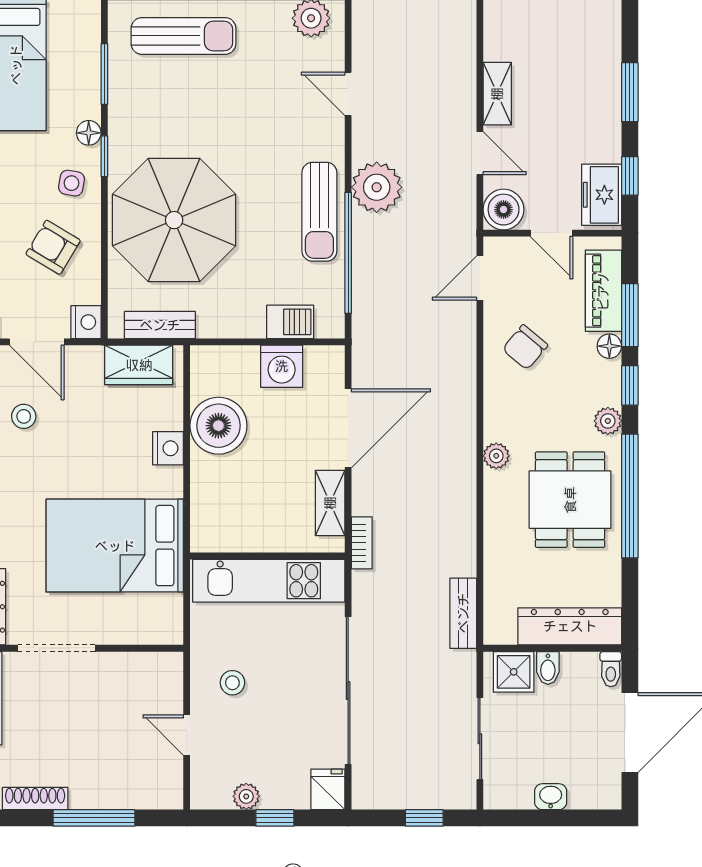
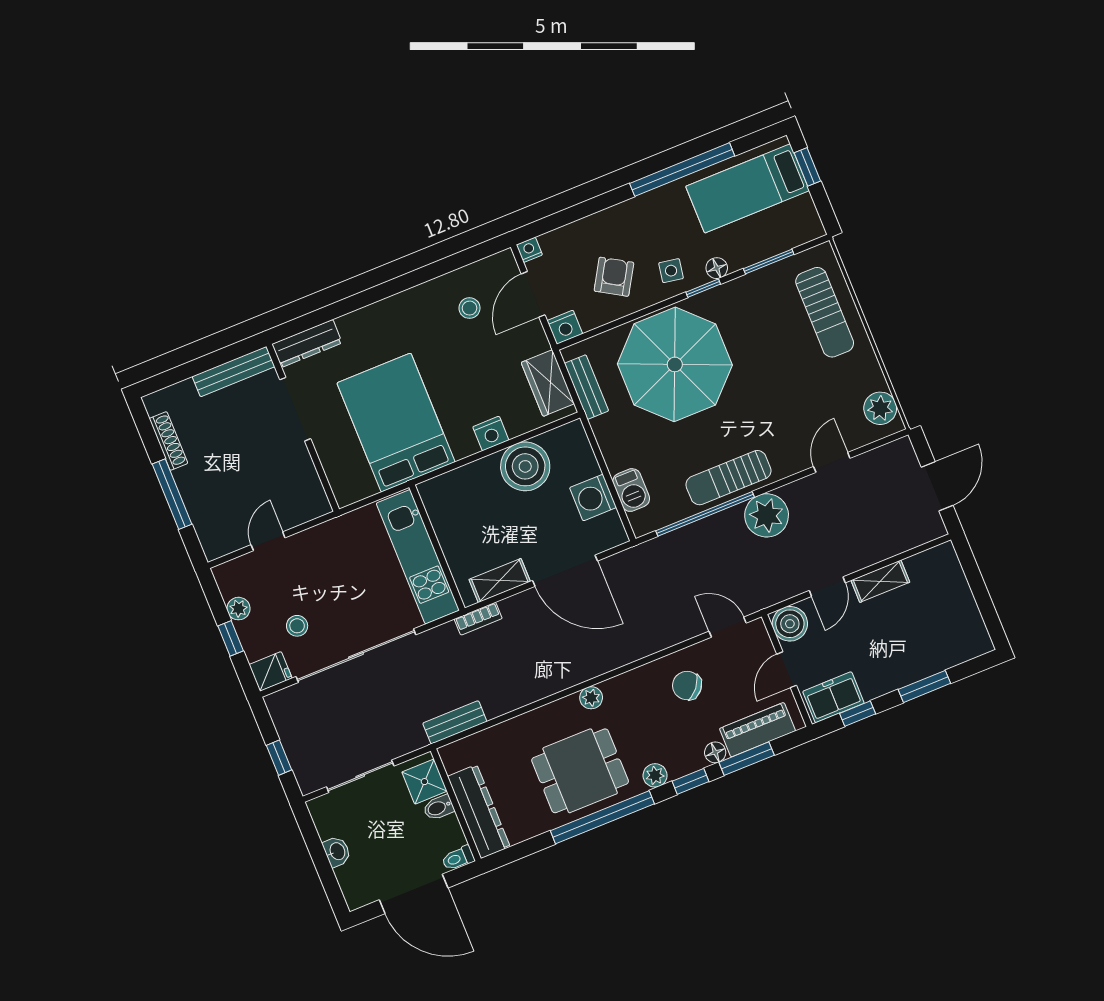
stool: (232, 683) -> (297, 626), moved

